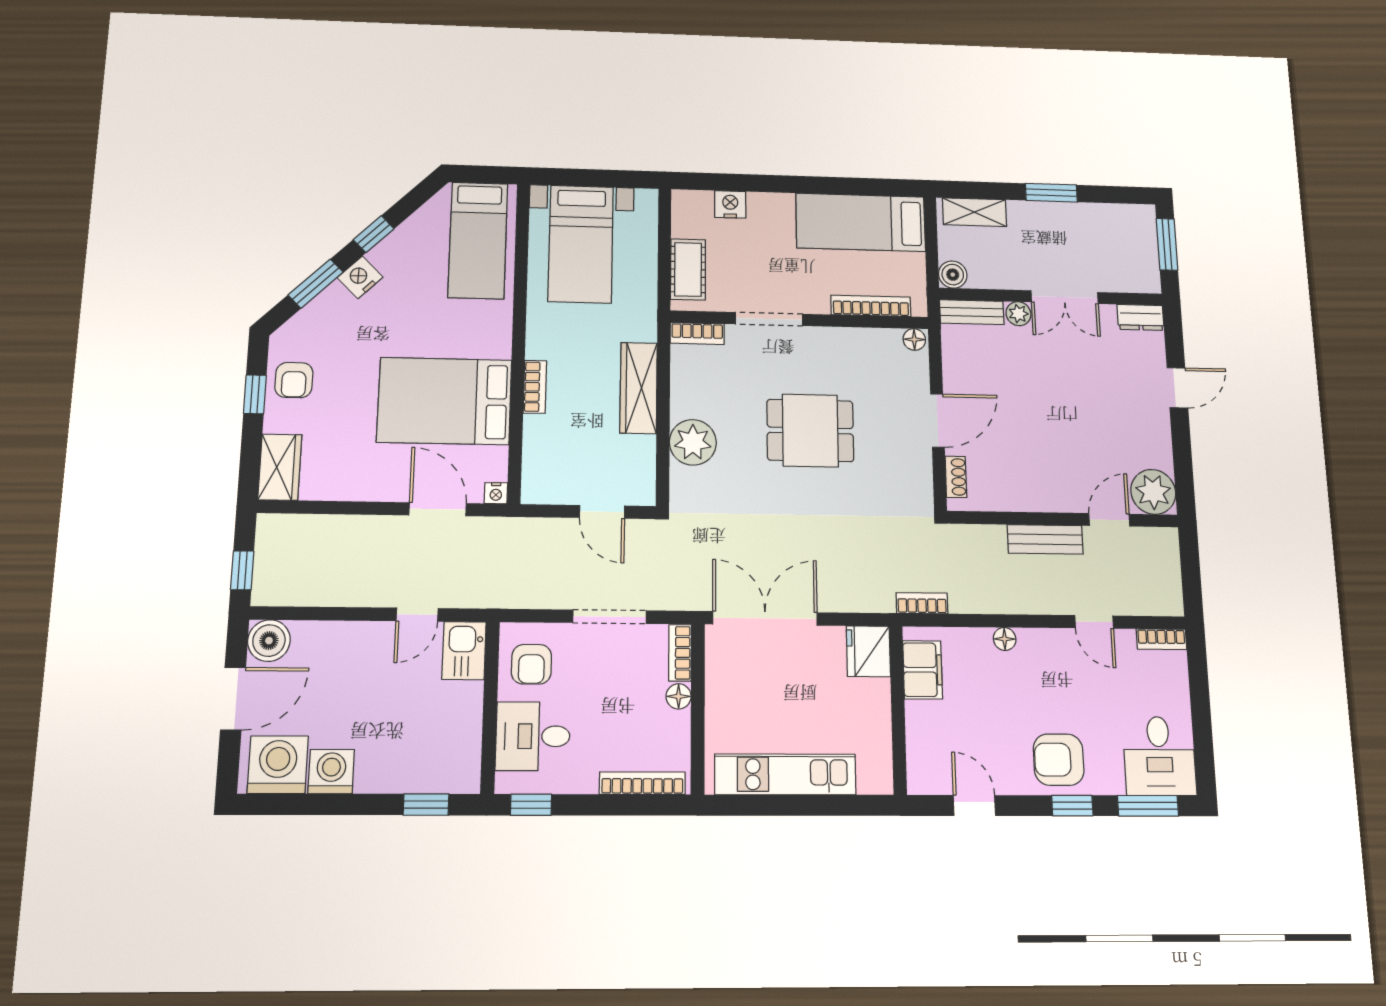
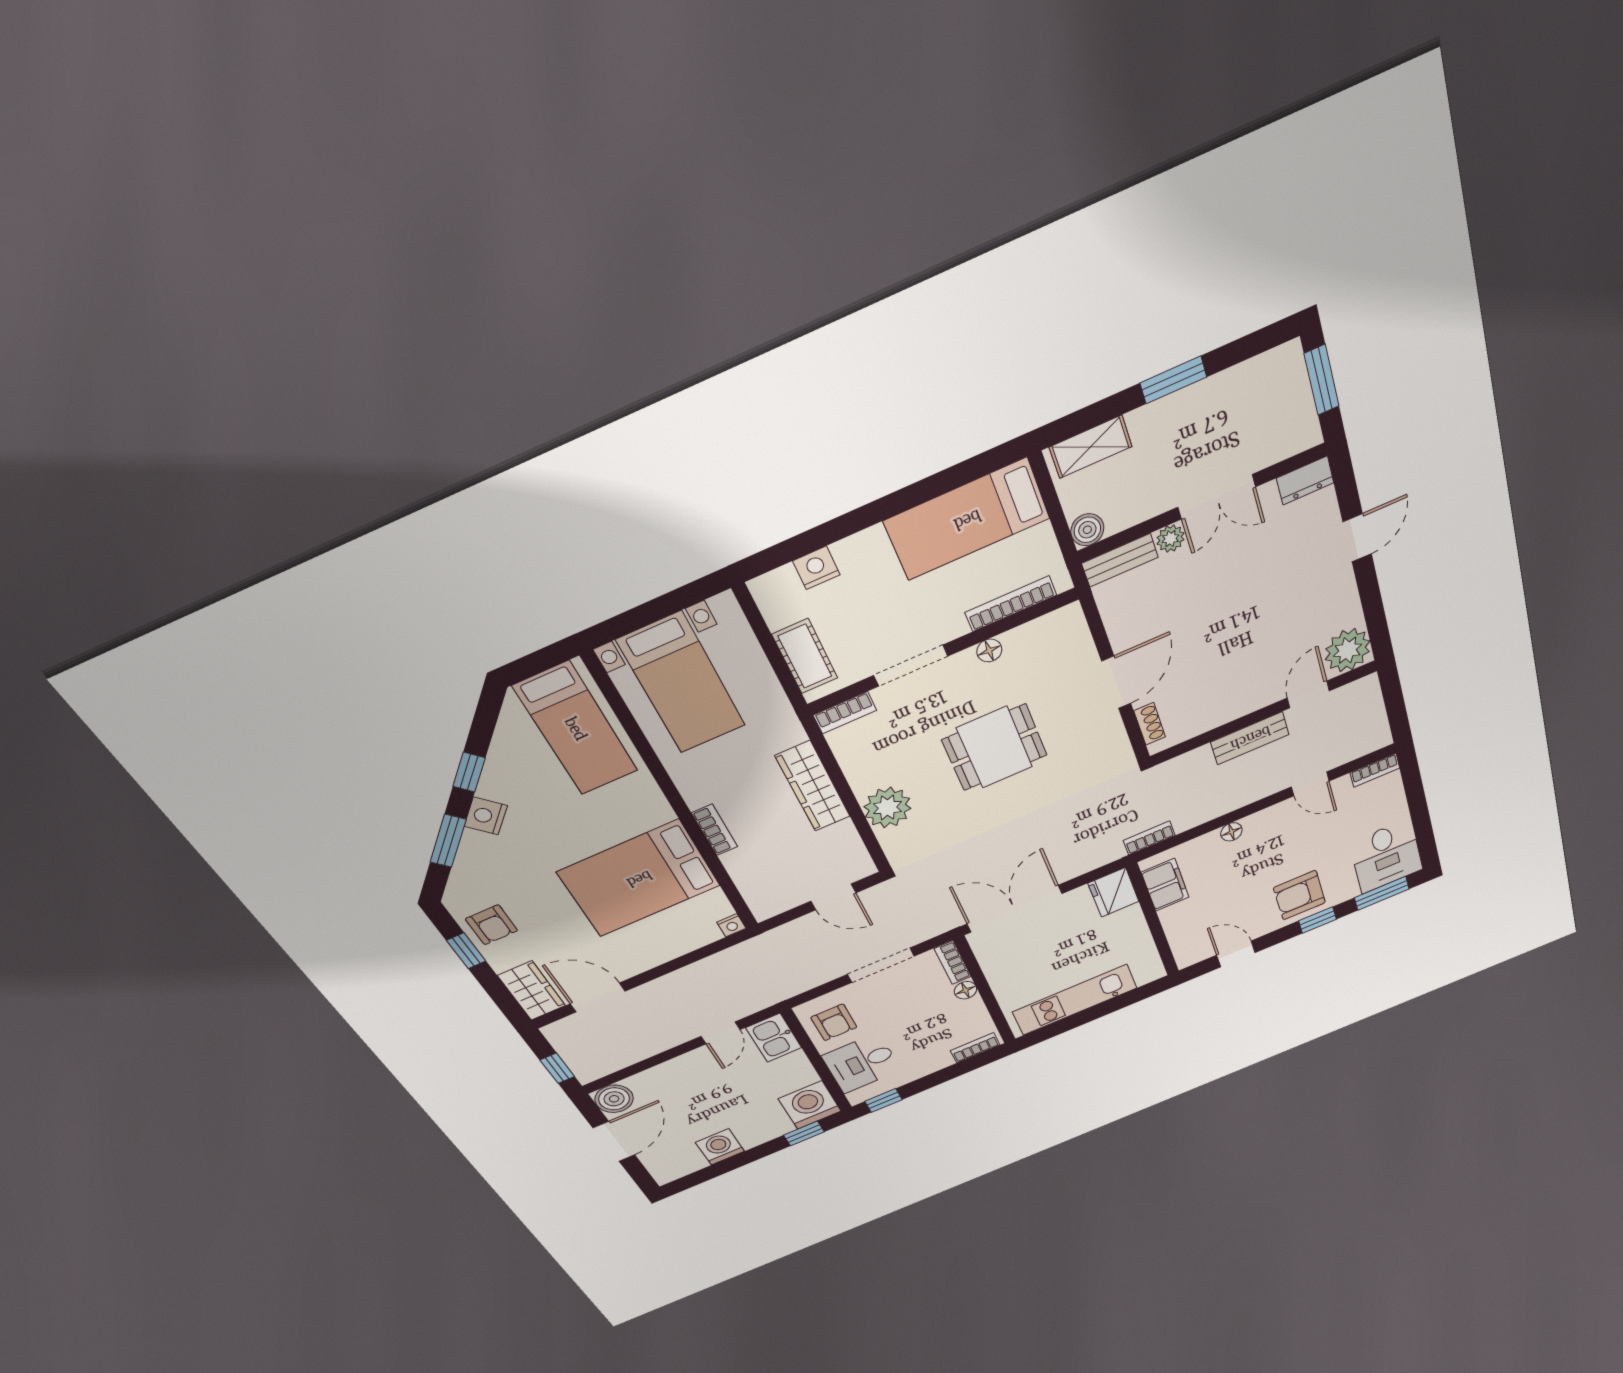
floor lamp: (914, 339) -> (989, 650), moved
door: (438, 509) -> (598, 997), moved
washing machine: (278, 765) -> (810, 1105), moved
bookcase: (642, 783) -> (975, 1048), width x0.64

